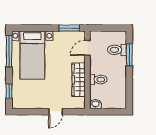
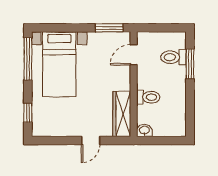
wardrobe: (79, 80) -> (122, 114), moved

